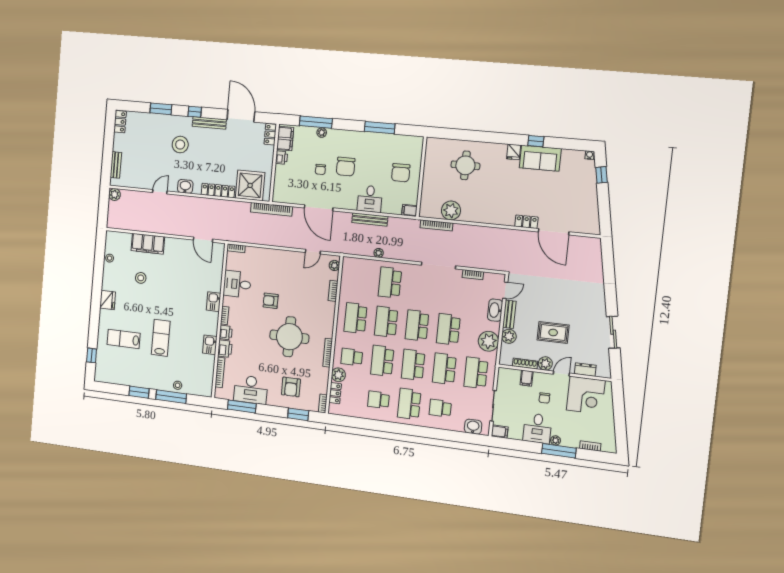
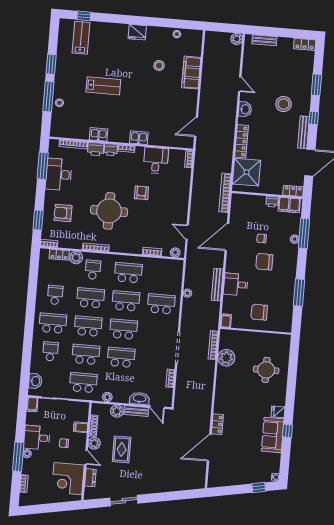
lab bench: (124, 339) -> (81, 38), moved
plant: (488, 341) -> (107, 397), width x0.53, depth x0.53

